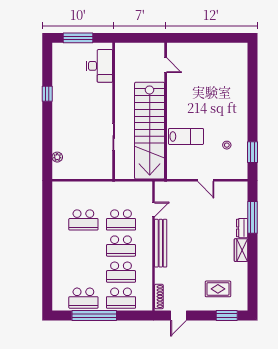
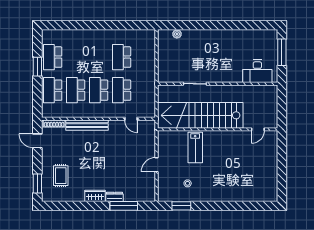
window: (47, 94) -> (233, 25), removed
bench: (161, 243) -> (87, 125), moved
window: (94, 315) -> (37, 67), width x0.47

